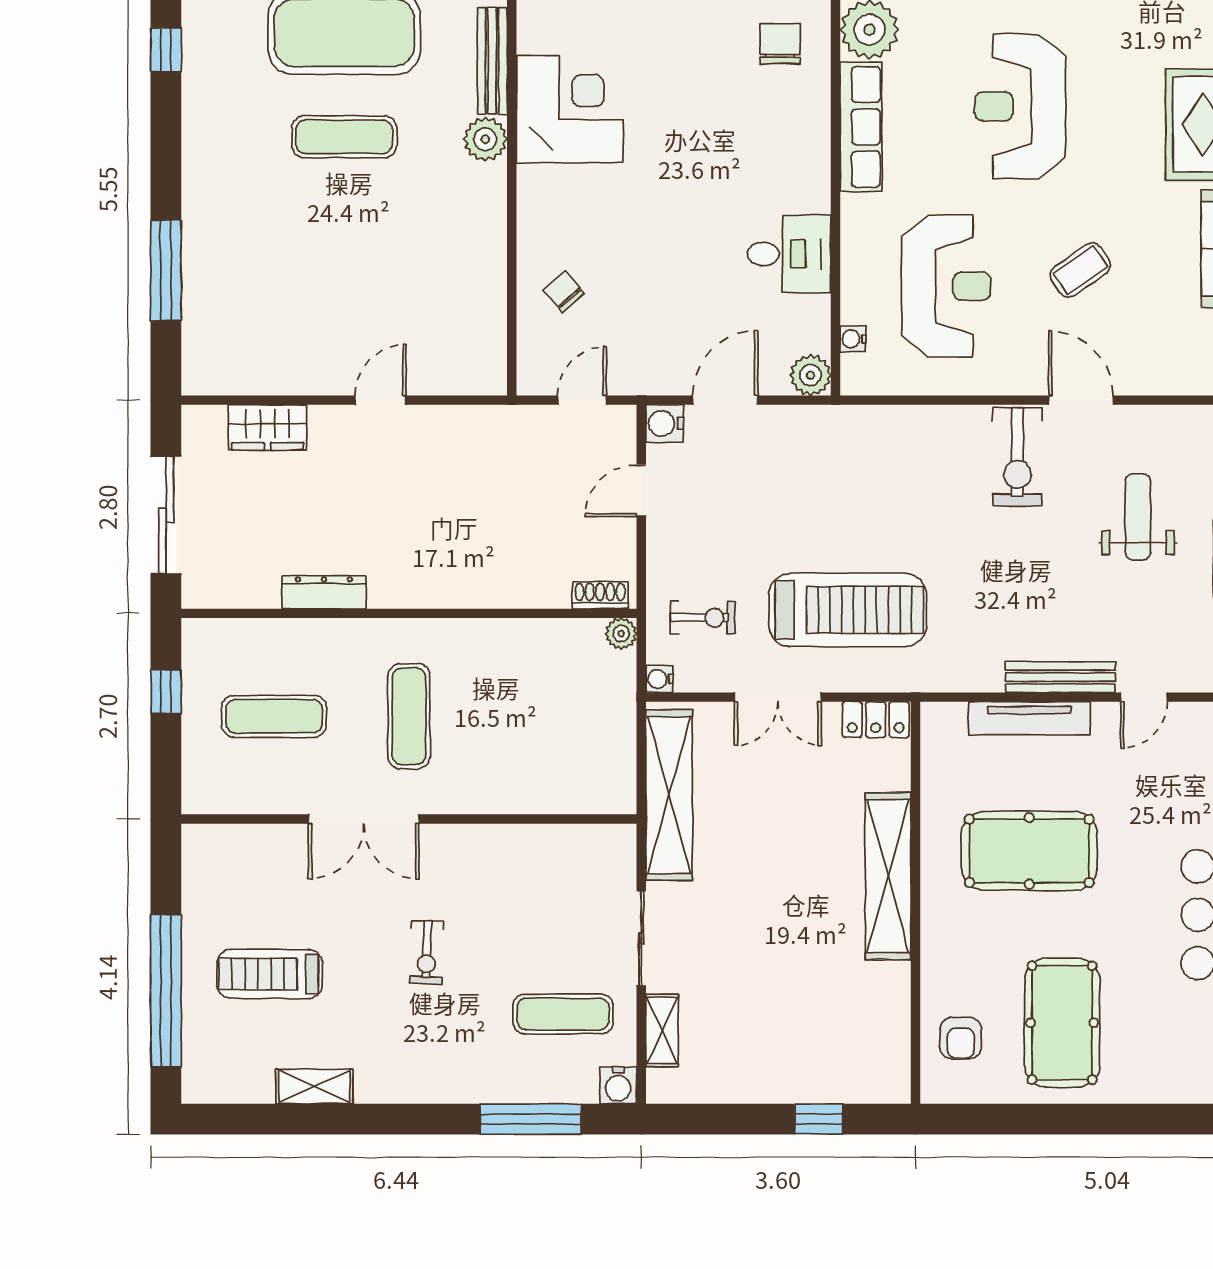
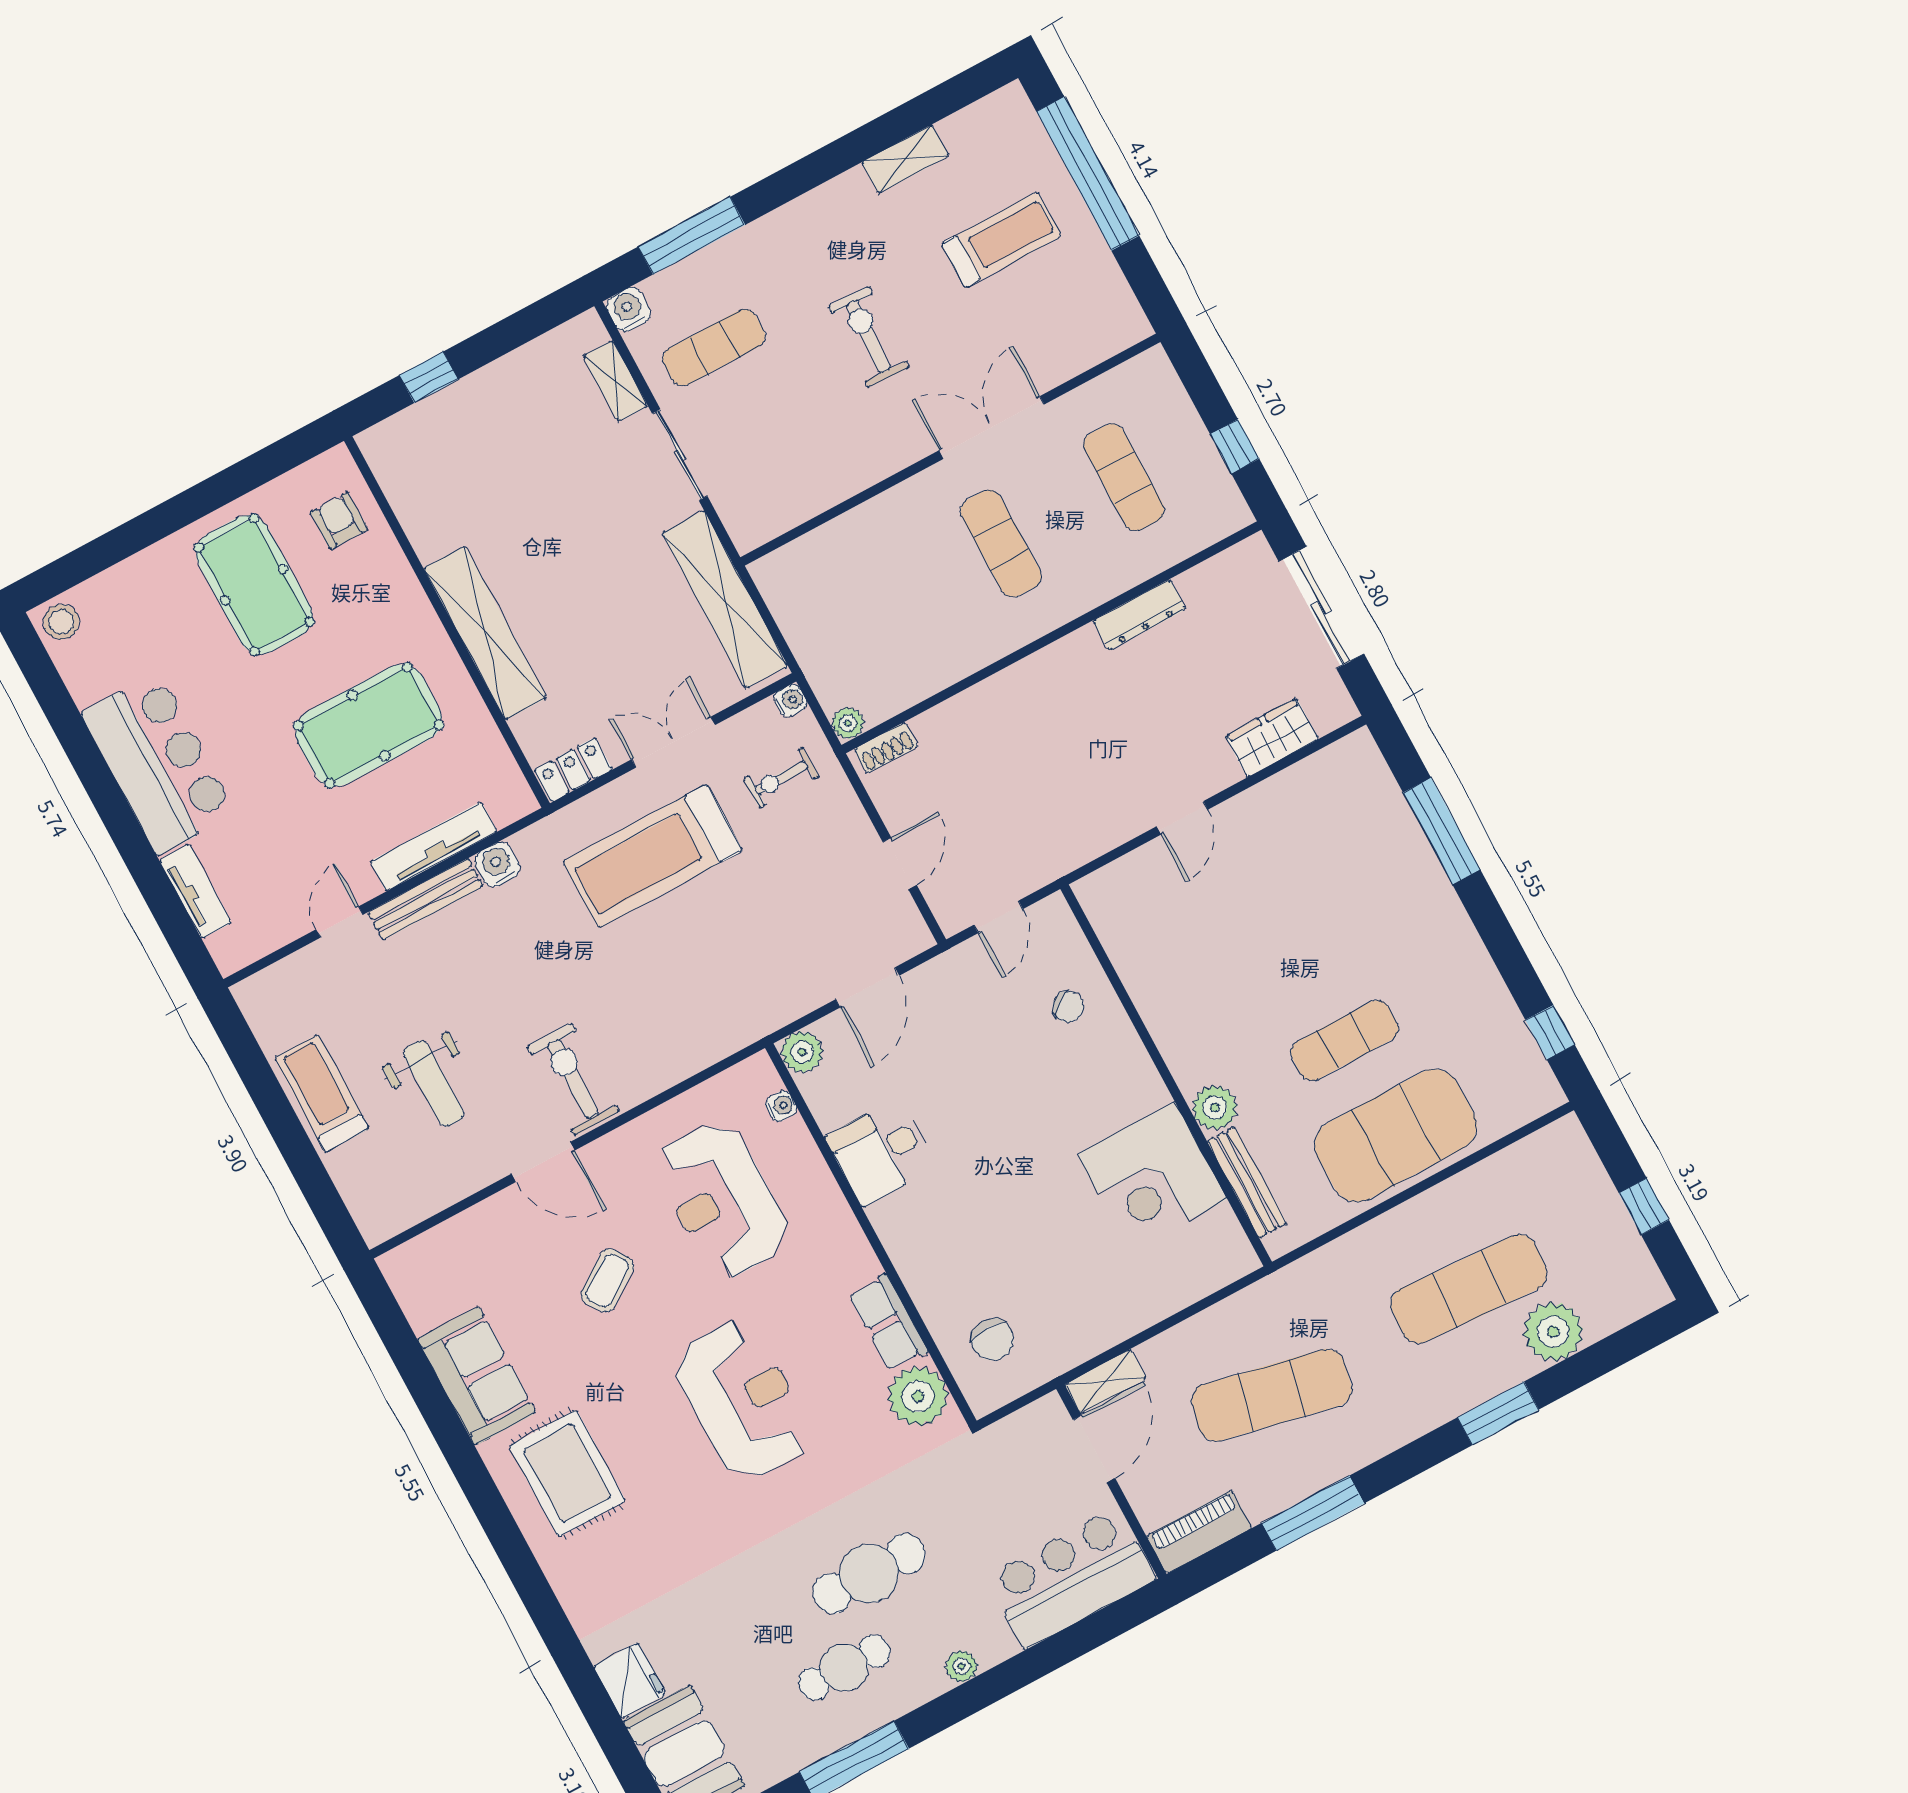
row of seats: (861, 127) -> (888, 1323), width x0.68
water cooler: (665, 423) -> (497, 864), moved, turned -90
exercise mat: (274, 716) -> (1124, 477), turned 90
exercise bike: (427, 952) -> (868, 337), width x1.38, depth x1.39

